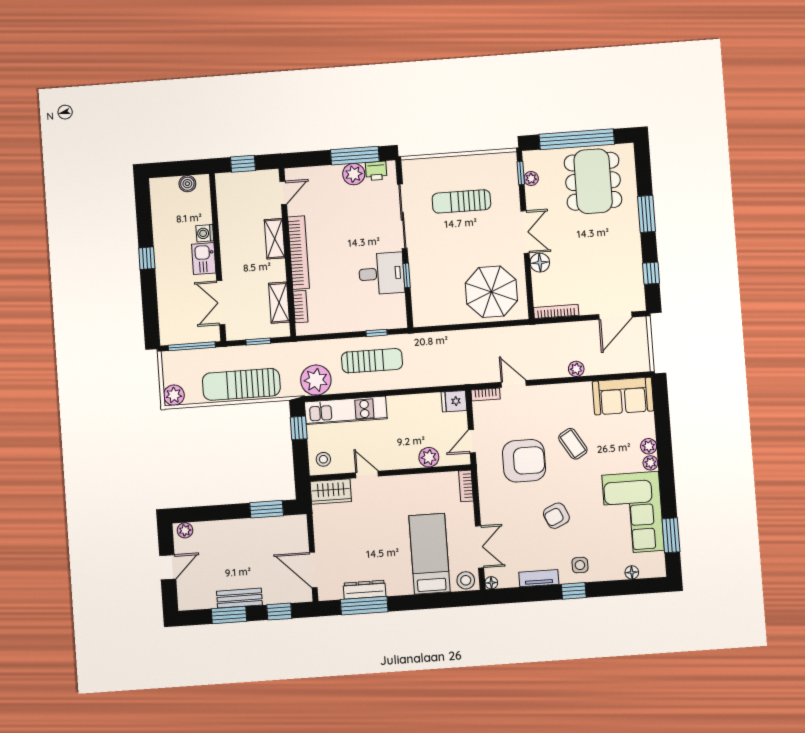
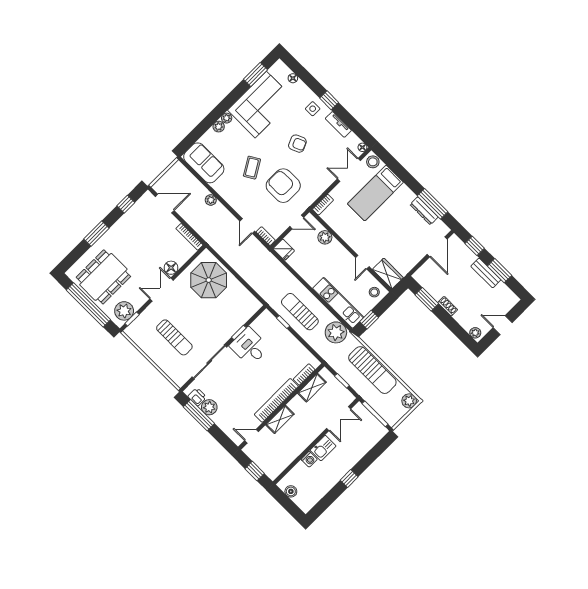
plant: (531, 179) -> (124, 311), width x1.88, depth x1.88
shoe rack: (240, 526) -> (448, 306), added

